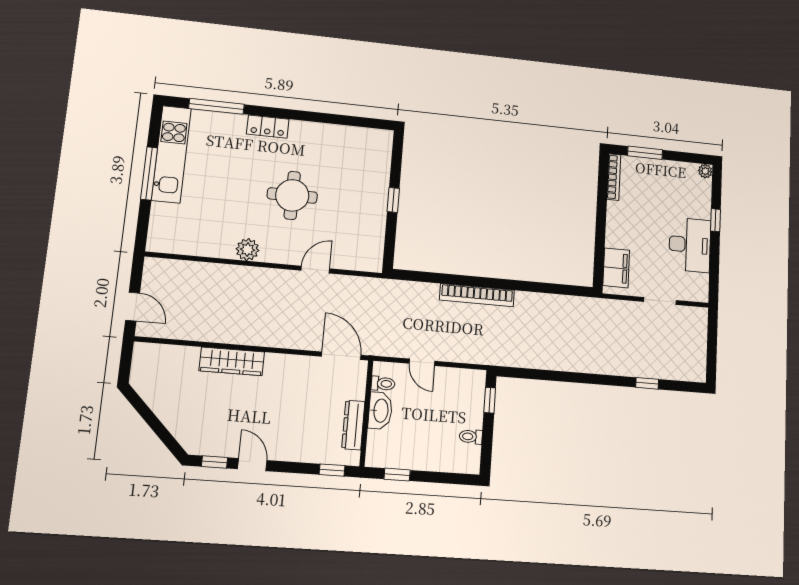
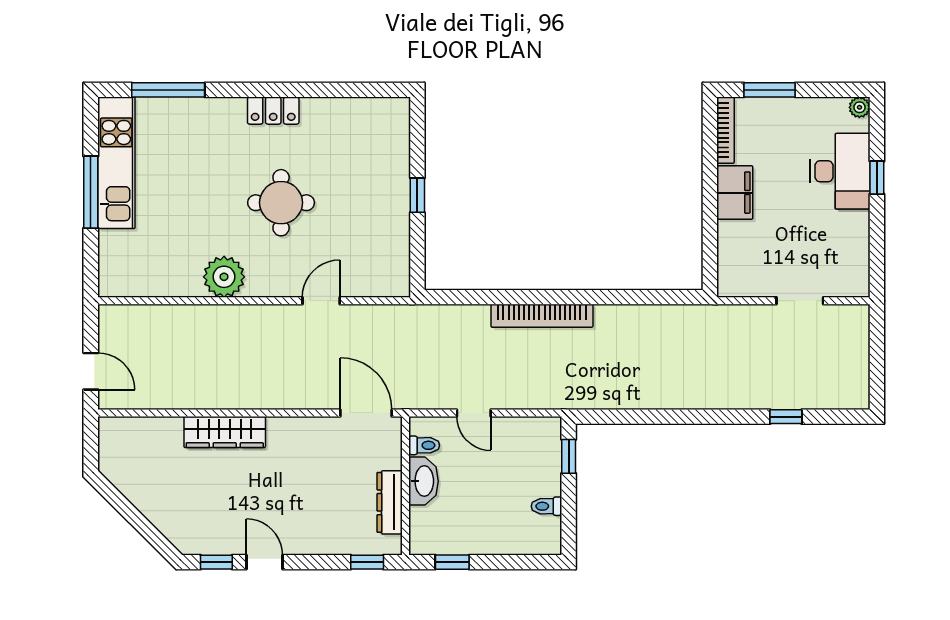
locker: (268, 127) -> (273, 111), moved
desk: (690, 245) -> (840, 171), moved
plant: (248, 250) -> (224, 277), width x1.36, depth x1.36
filing cabinet: (616, 268) -> (735, 193), moved

